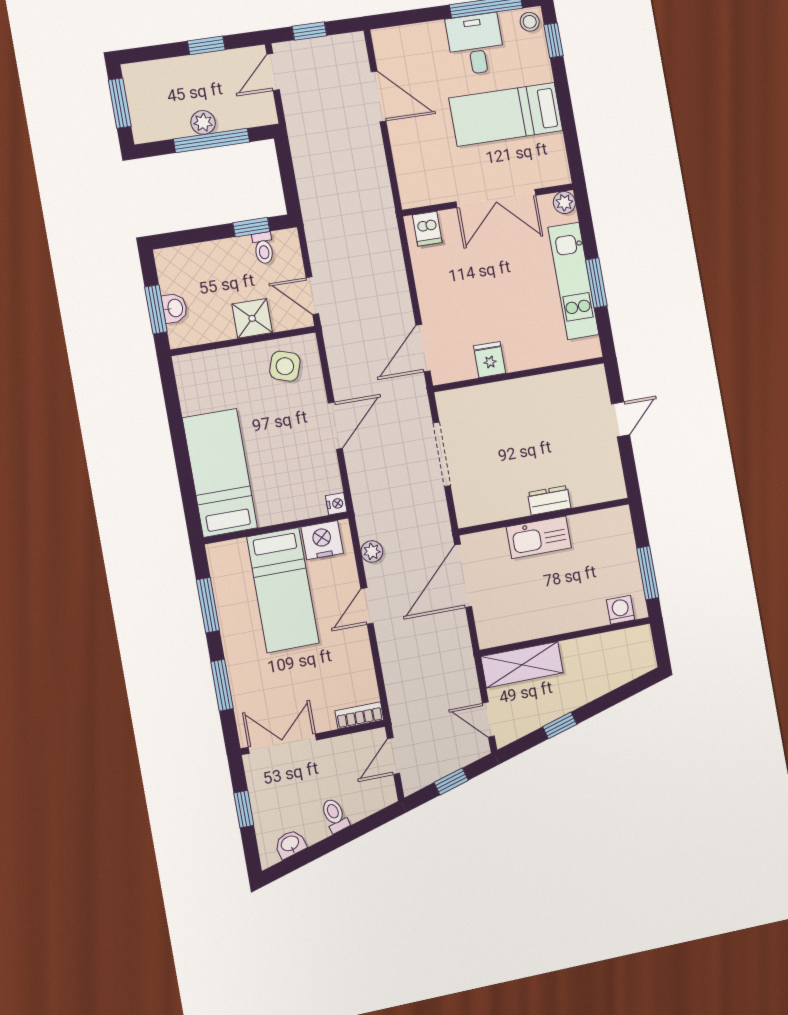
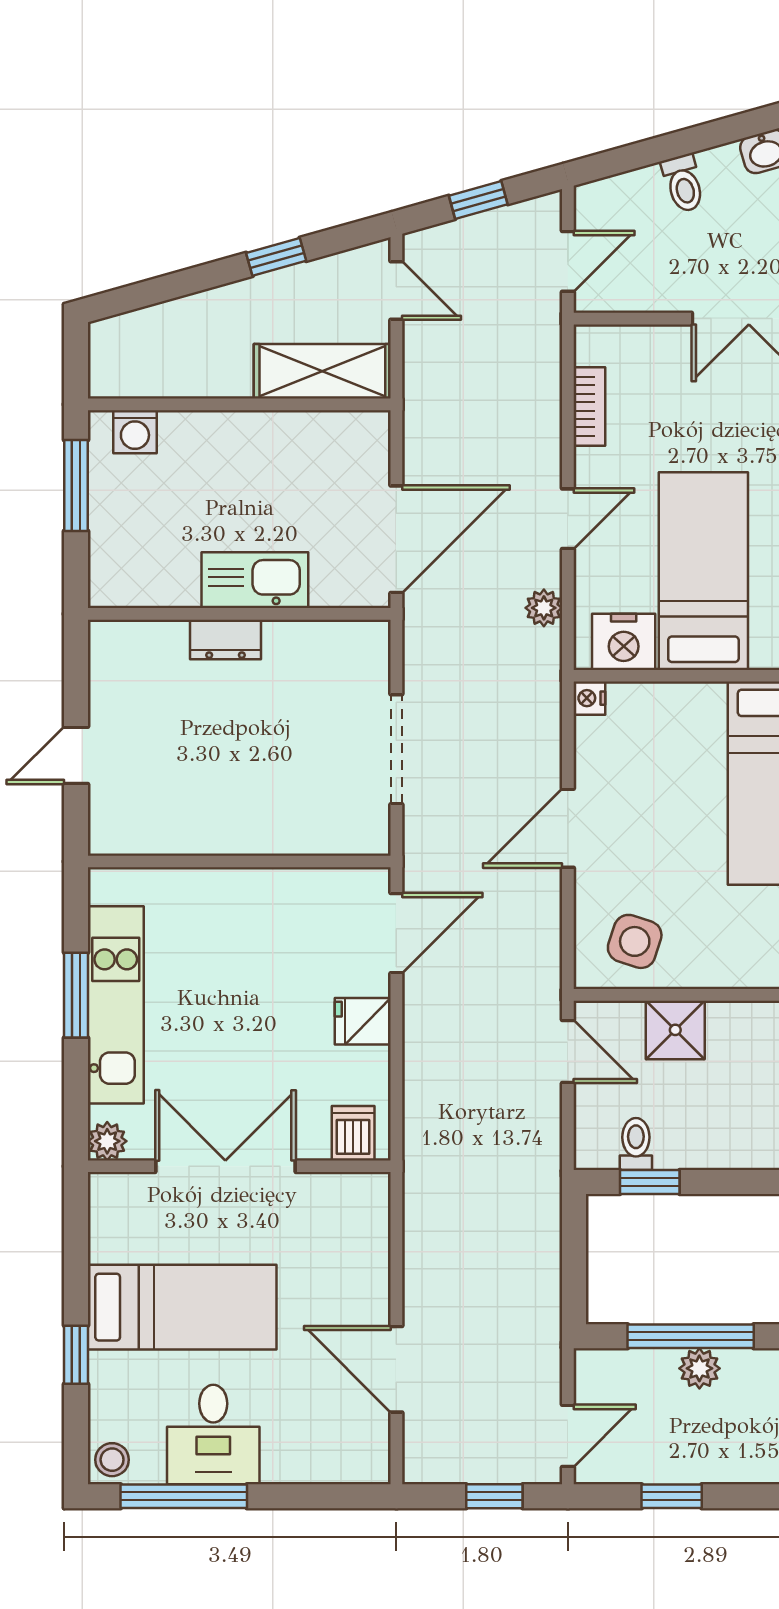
window: (553, 40) -> (76, 1355), moved
fridge: (490, 360) -> (363, 1021), moved, turned 90
bookcase: (359, 715) -> (589, 406), moved, turned -90

